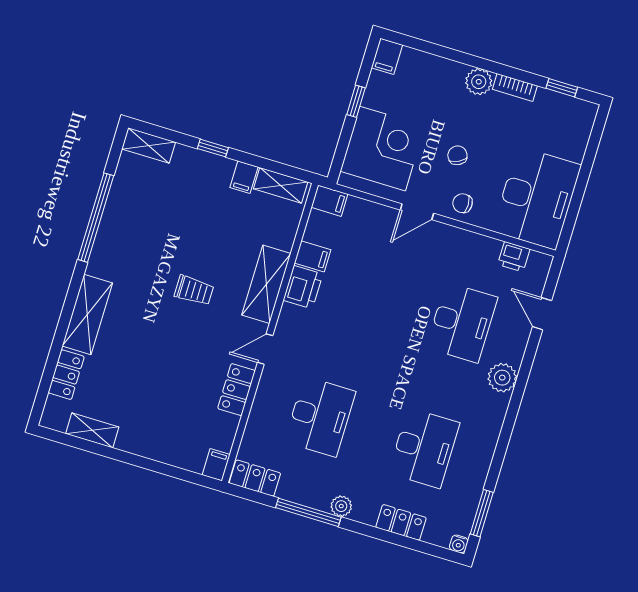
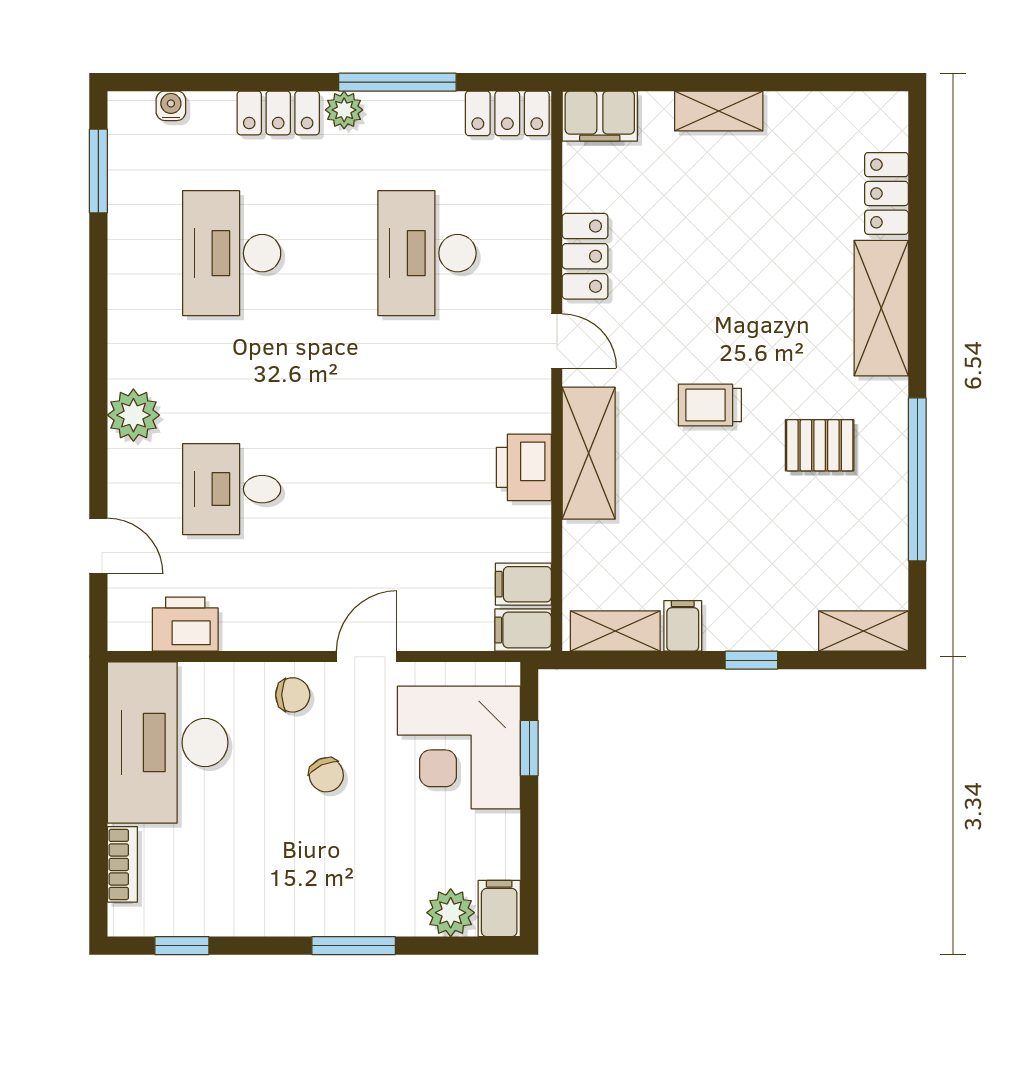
window: (470, 60) -> (354, 946), added
plant: (479, 82) -> (451, 913), moved
bookcase: (515, 87) -> (122, 864), moved, turned 90
window: (356, 101) -> (529, 748), moved
pallet: (142, 251) -> (820, 445), added
filing cabinet: (312, 256) -> (523, 584), moved
printer: (514, 257) -> (185, 624), width x1.36, depth x1.24
desk: (462, 322) -> (232, 489), width x0.73
door: (265, 349) -> (557, 341), hinge flipped
shelving: (92, 430) -> (719, 111), moved
filing cabinet: (216, 465) -> (600, 116), width x2.00
locker: (401, 522) -> (278, 113), moved
water cooler: (459, 544) -> (171, 106), moved

